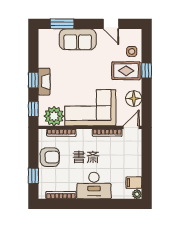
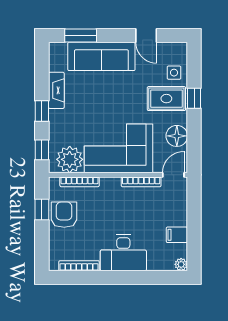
sofa: (78, 39) -> (101, 56), width x1.36
fireplace: (44, 82) -> (56, 90), moved
armchair: (50, 157) -> (64, 215), turned -90
window: (33, 176) -> (42, 209), moved
filing cabinet: (134, 183) -> (177, 235), moved

